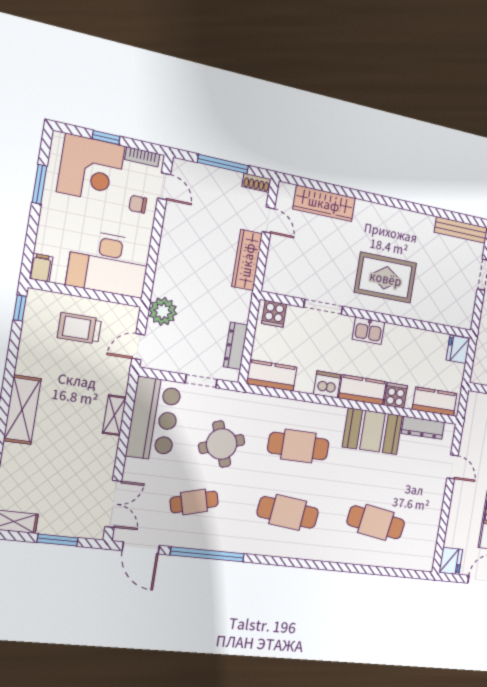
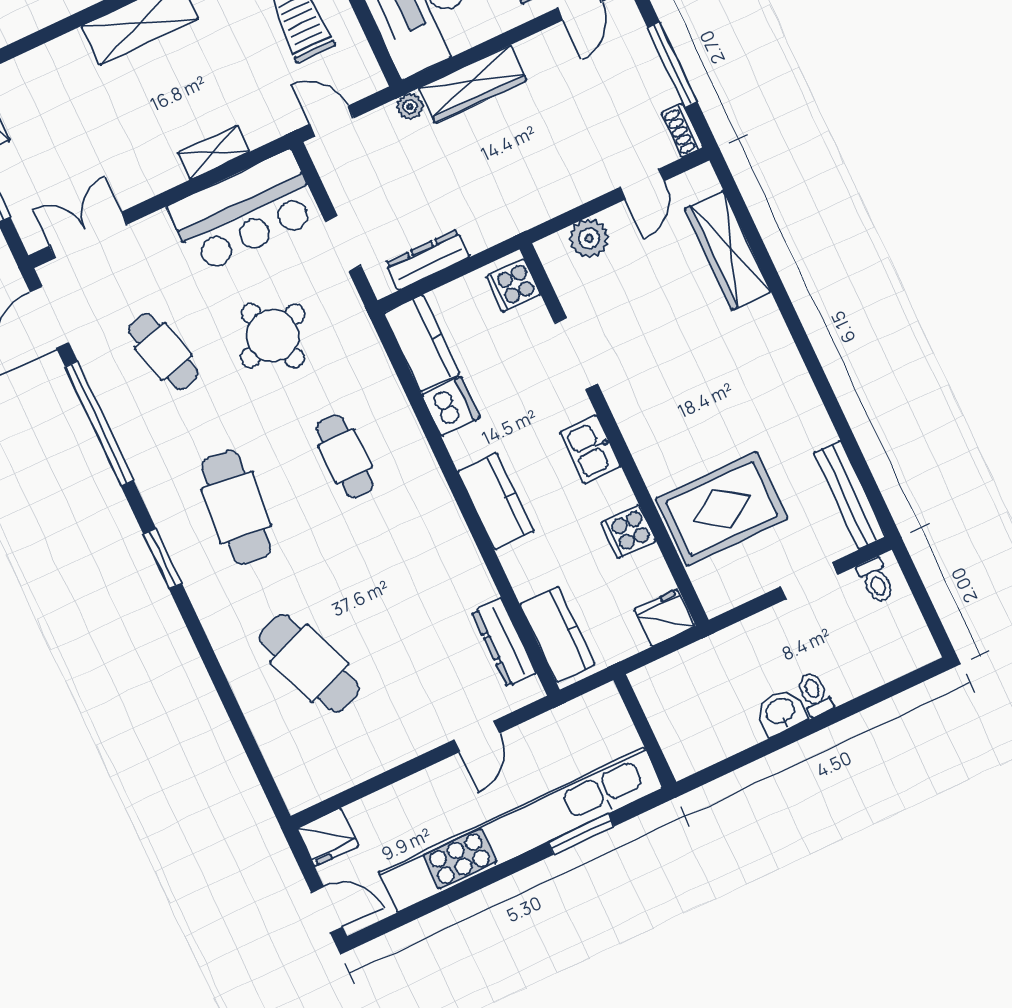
wardrobe: (247, 260) -> (473, 84), moved, turned 180
plant: (276, 263) -> (589, 238), added
rug: (386, 278) -> (722, 509), moved, turned 90
plant: (163, 311) -> (410, 106), width x0.53, depth x0.53
dishwasher: (327, 384) -> (451, 406), moved
cooker: (396, 395) -> (628, 532), moved, turned 180
booth: (373, 431) -> (444, 561), removed
cafe table: (298, 446) -> (345, 456), width x0.73, depth x0.74
double door: (113, 504) -> (88, 235), swing flipped
cafe table: (376, 522) -> (309, 663), turned -30
window: (288, 562) -> (162, 559), added

